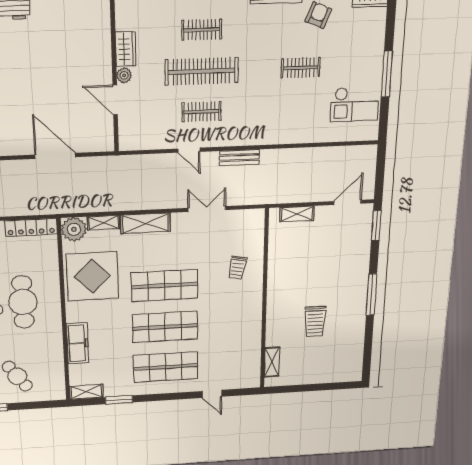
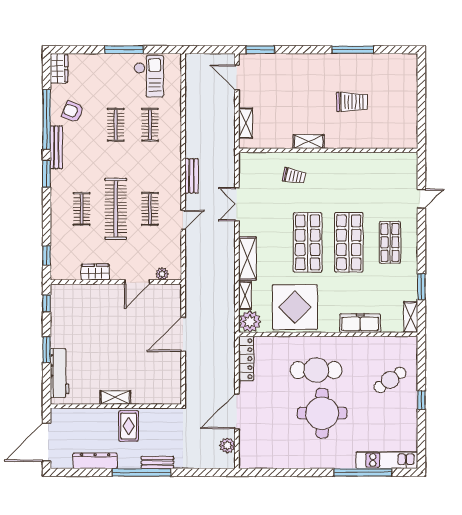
plant: (124, 75) -> (162, 274), moved
clothes rail: (299, 108) -> (150, 125), added
window: (371, 295) -> (353, 50), moved
shelving: (272, 362) -> (309, 142), moved
shop shelf: (166, 367) -> (390, 242), width x0.70, depth x0.74

